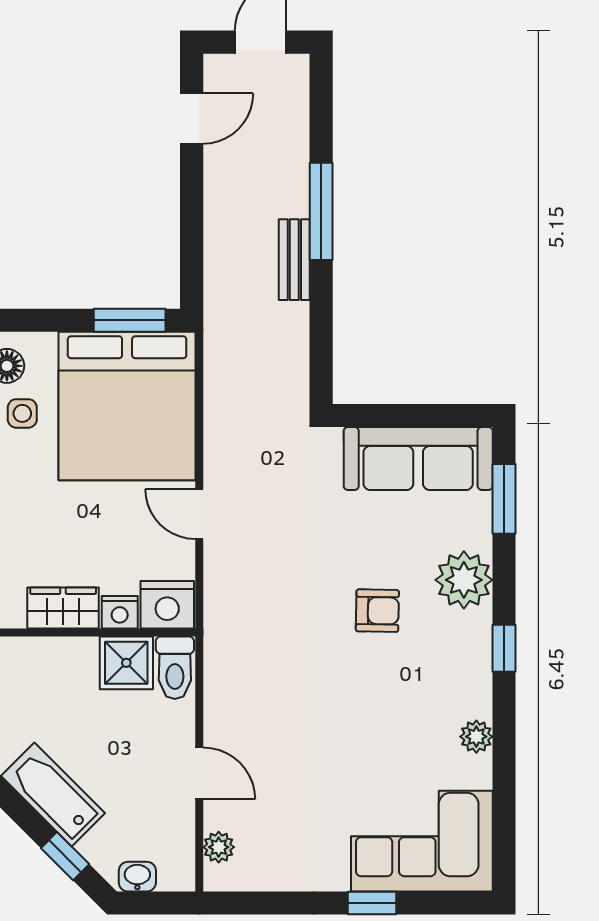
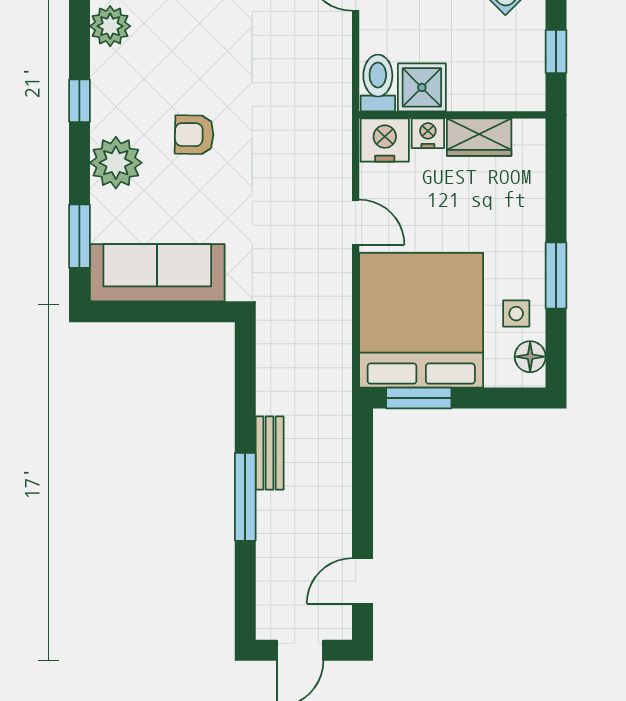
plant: (476, 737) -> (110, 26), width x1.38, depth x1.38

